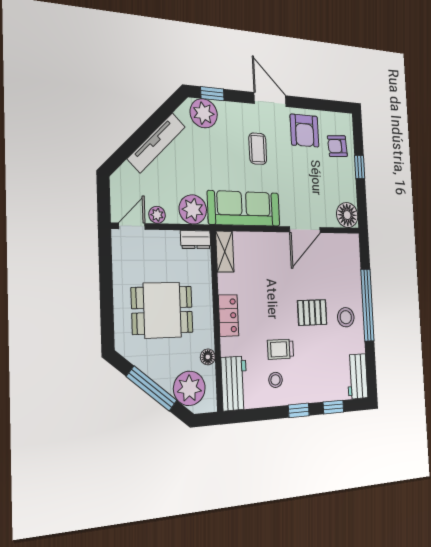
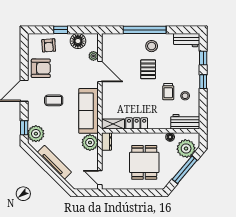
plant: (157, 215) -> (93, 56), moved
floor lamp: (347, 215) -> (78, 41), moved
locker: (229, 315) -> (137, 123), moved

